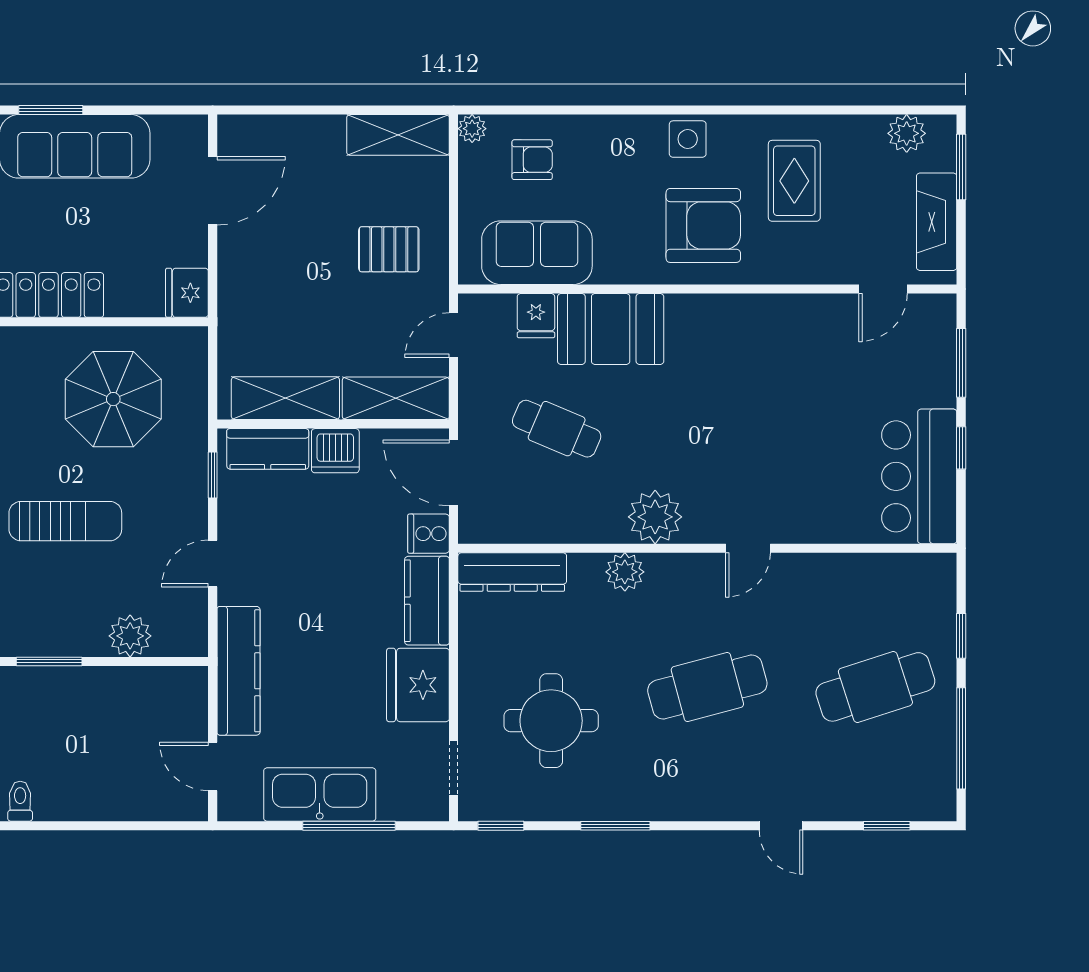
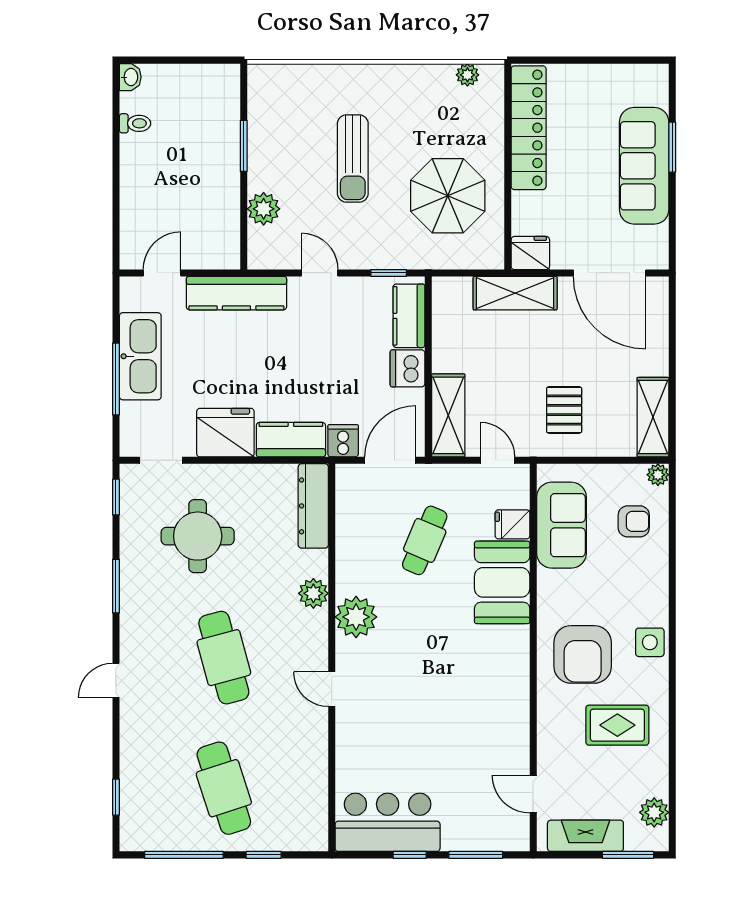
armchair: (532, 160) -> (634, 521), turned -90
door: (213, 191) -> (610, 273), width x1.36
shelving: (285, 398) -> (515, 293), moved, turned 90
door: (781, 826) -> (116, 680), moved

